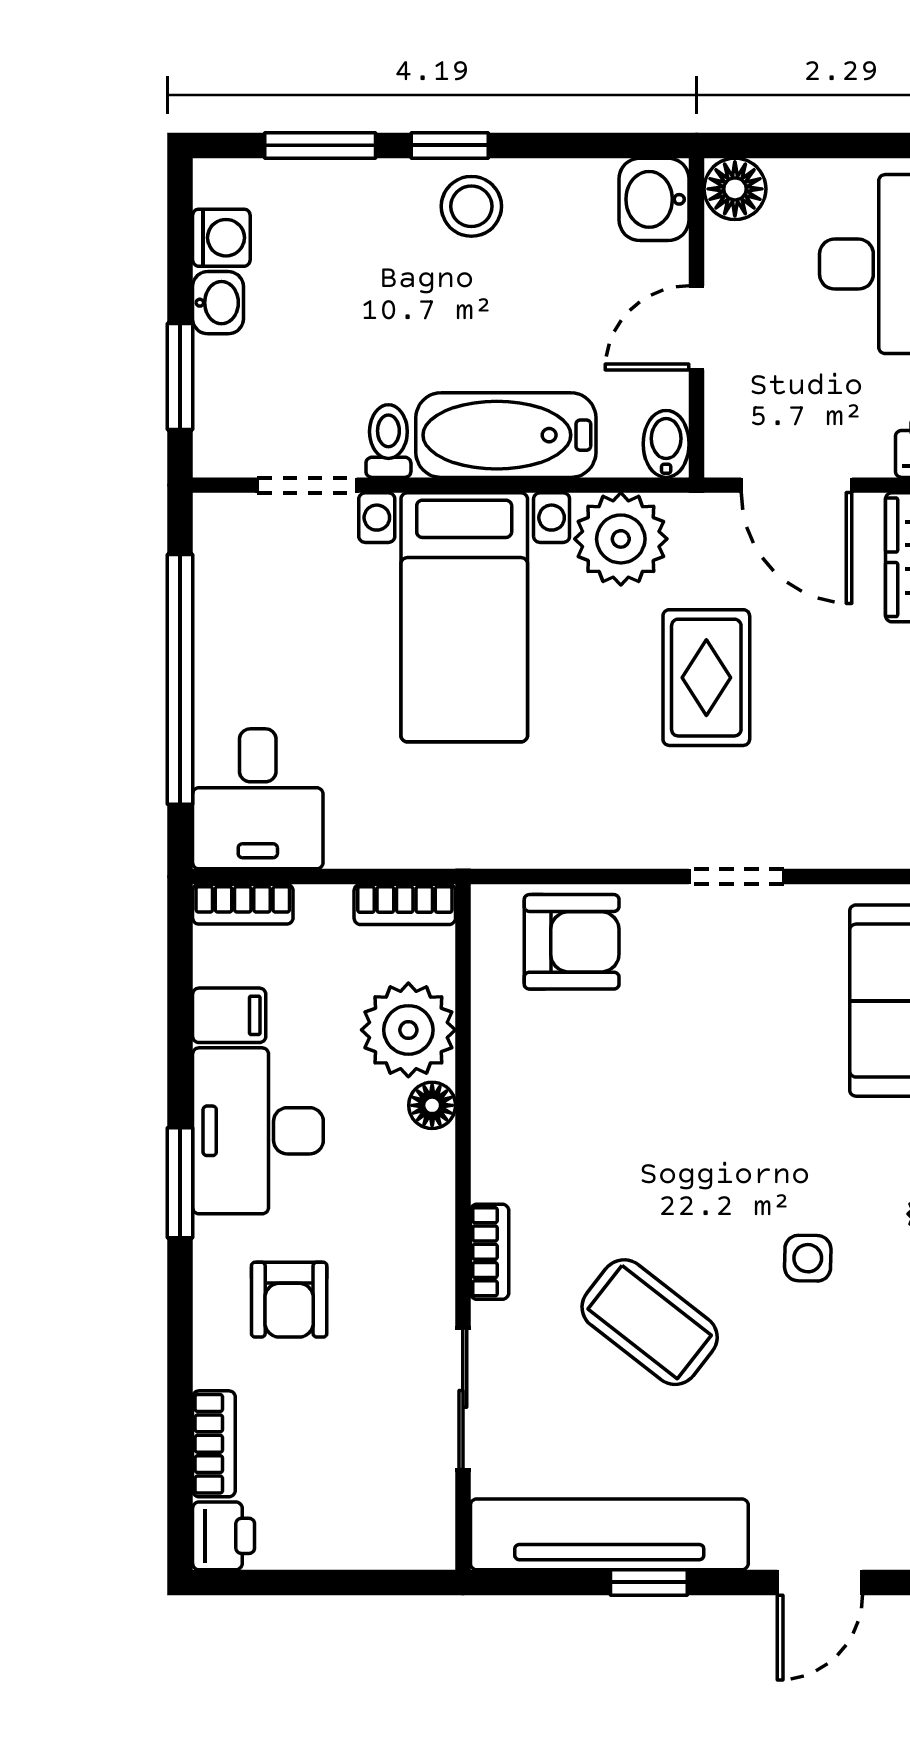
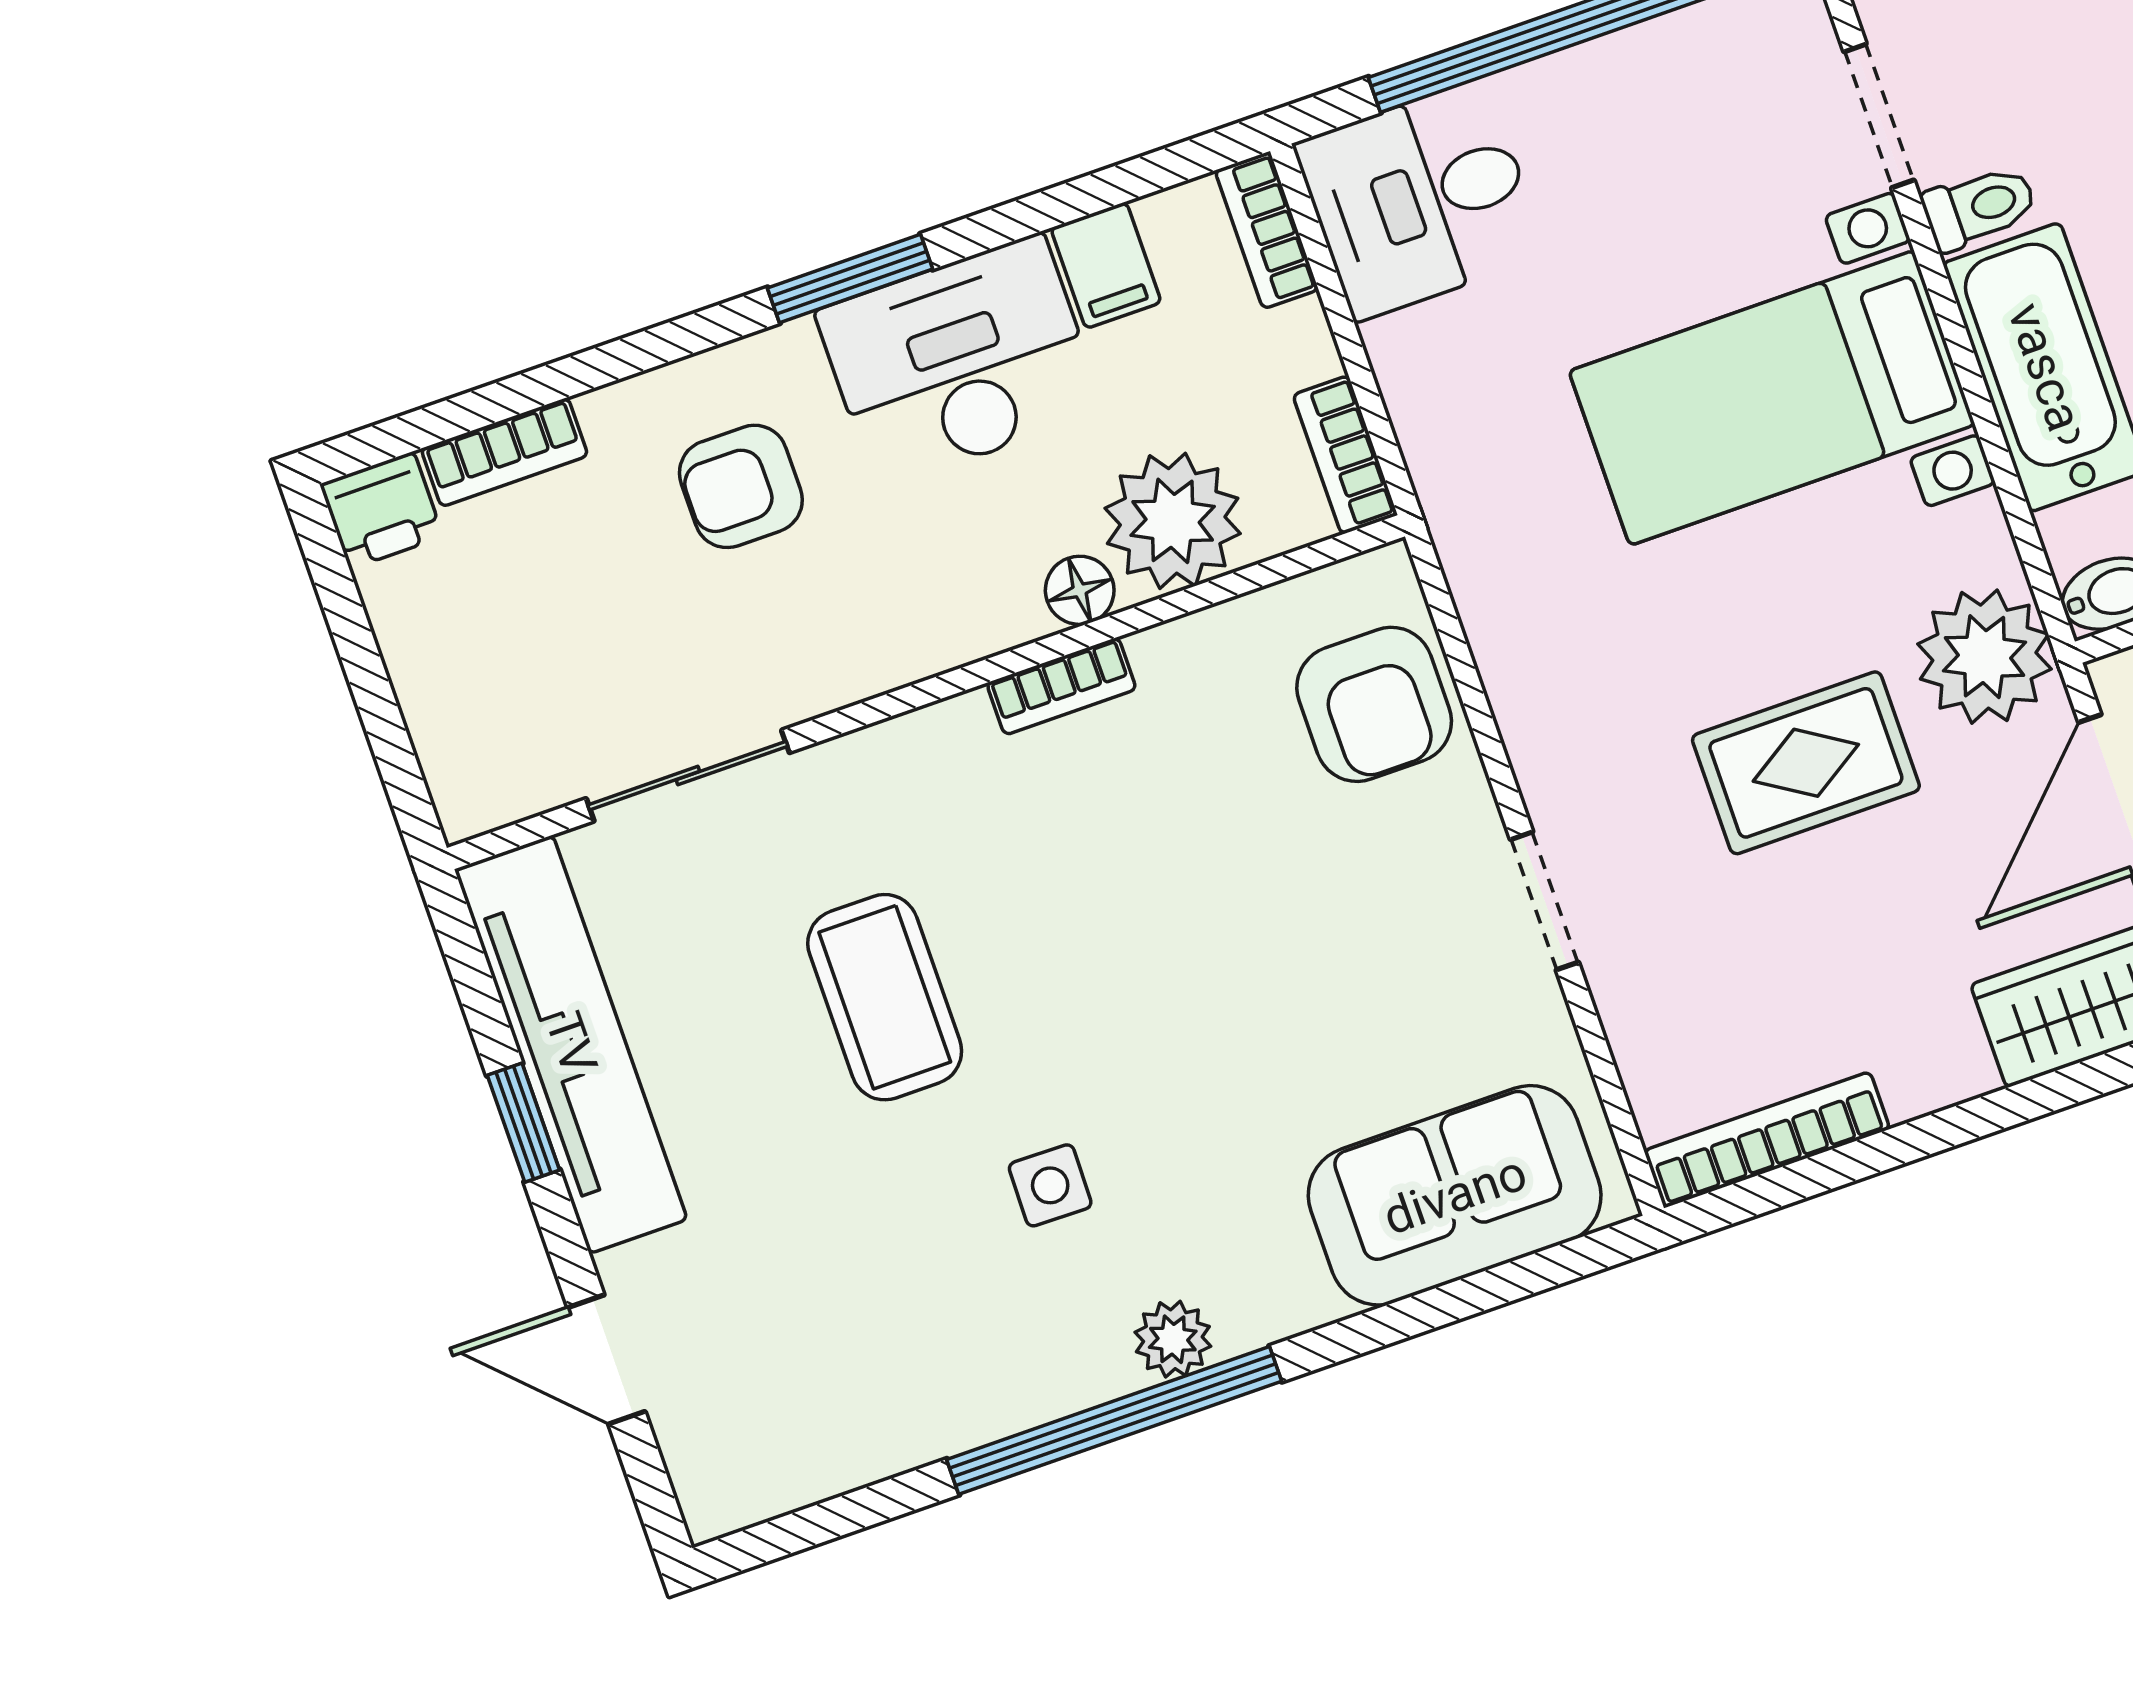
plant: (621, 539) -> (1984, 657), moved
bookcase: (490, 1252) -> (1061, 686), moved
coffee table: (650, 1322) -> (885, 997), turned -38

